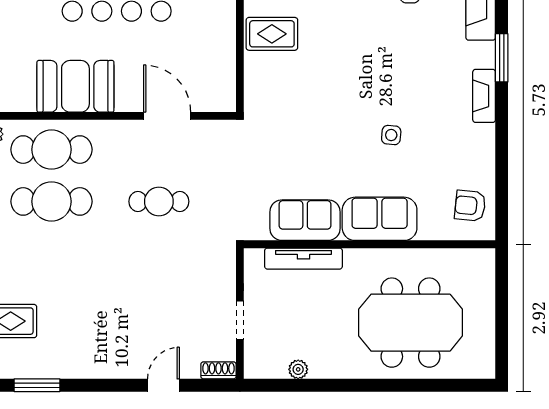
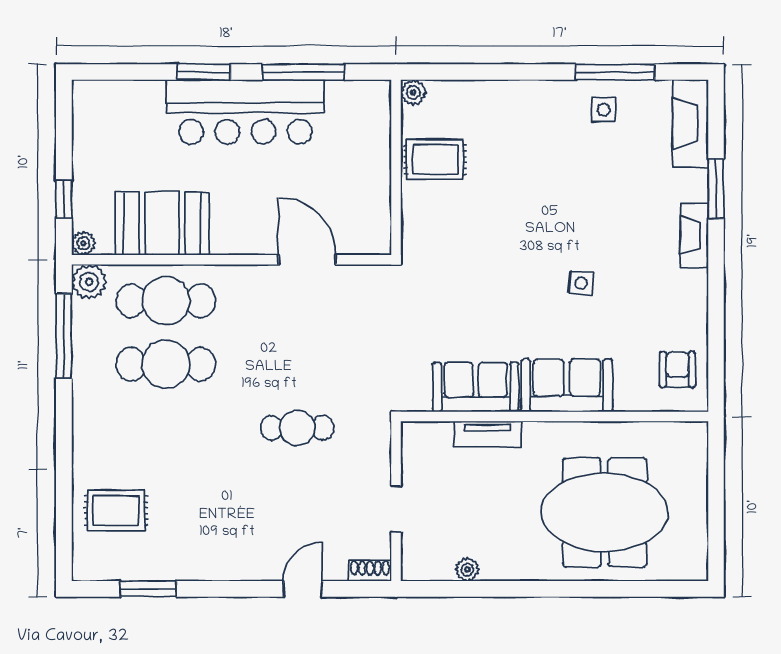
booth: (75, 86) -> (162, 224), moved
cafe table: (159, 201) -> (297, 428), moved
armchair: (470, 206) -> (677, 369), turned 84
tv unit: (303, 259) -> (488, 434), width x0.71

